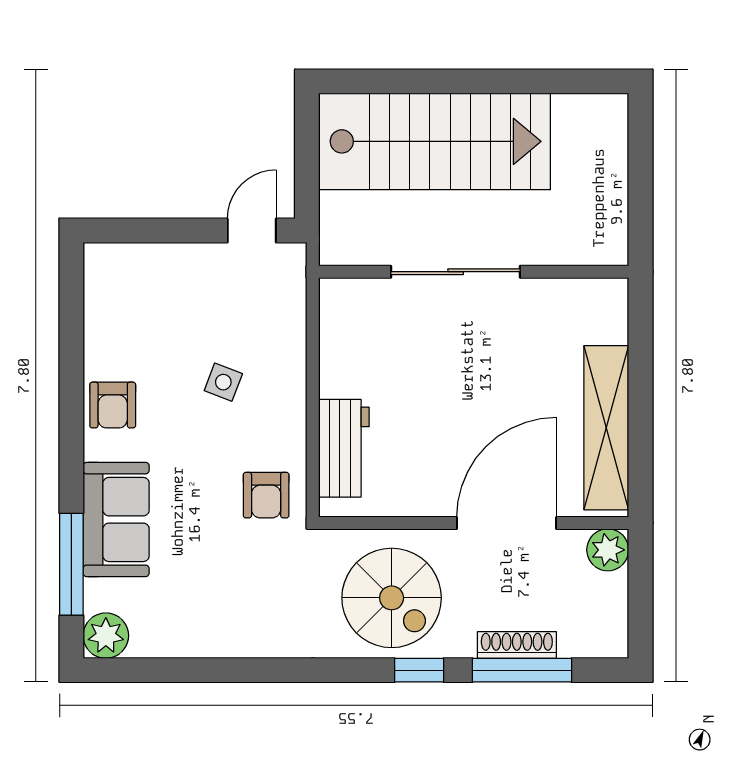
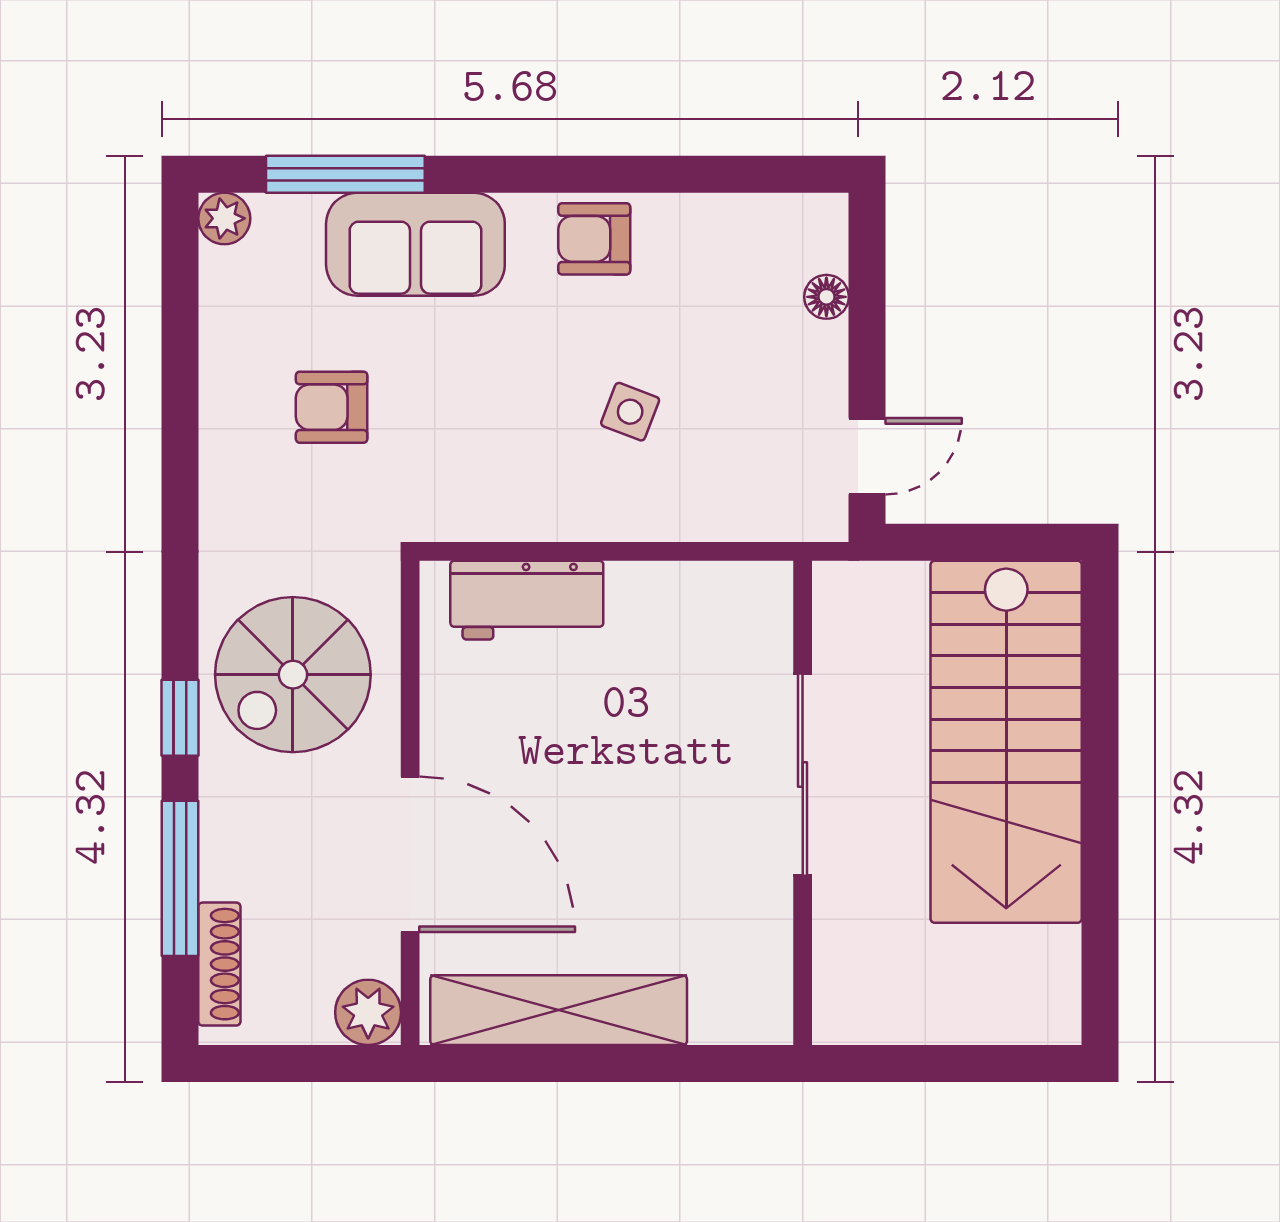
door: (252, 231) -> (867, 456), hinge flipped
floor lamp: (150, 256) -> (826, 297), added
armchair: (266, 495) -> (332, 407), moved
plant: (106, 636) -> (224, 218), width x0.73, depth x0.73
shoe rack: (517, 645) -> (219, 964), moved

